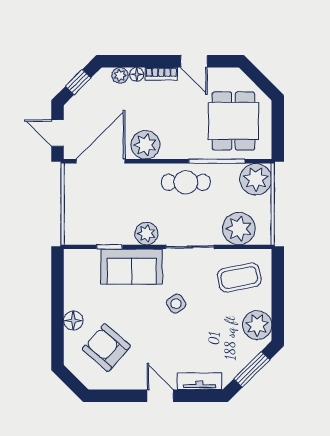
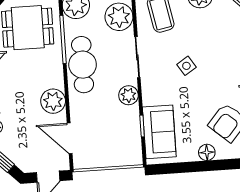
door: (101, 161) -> (70, 138), width x0.73
cafe table: (186, 182) -> (83, 65), width x1.37, depth x1.35
sofa: (132, 267) -> (159, 132), moved

